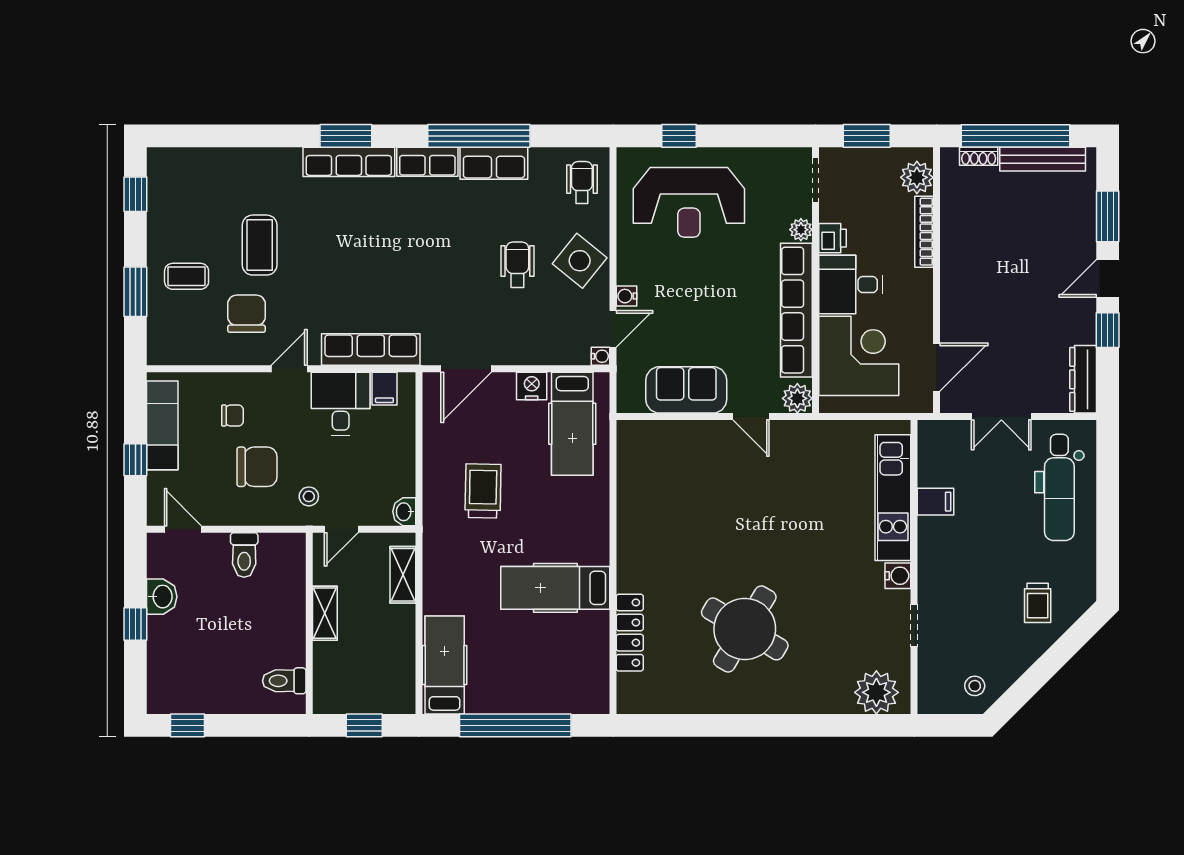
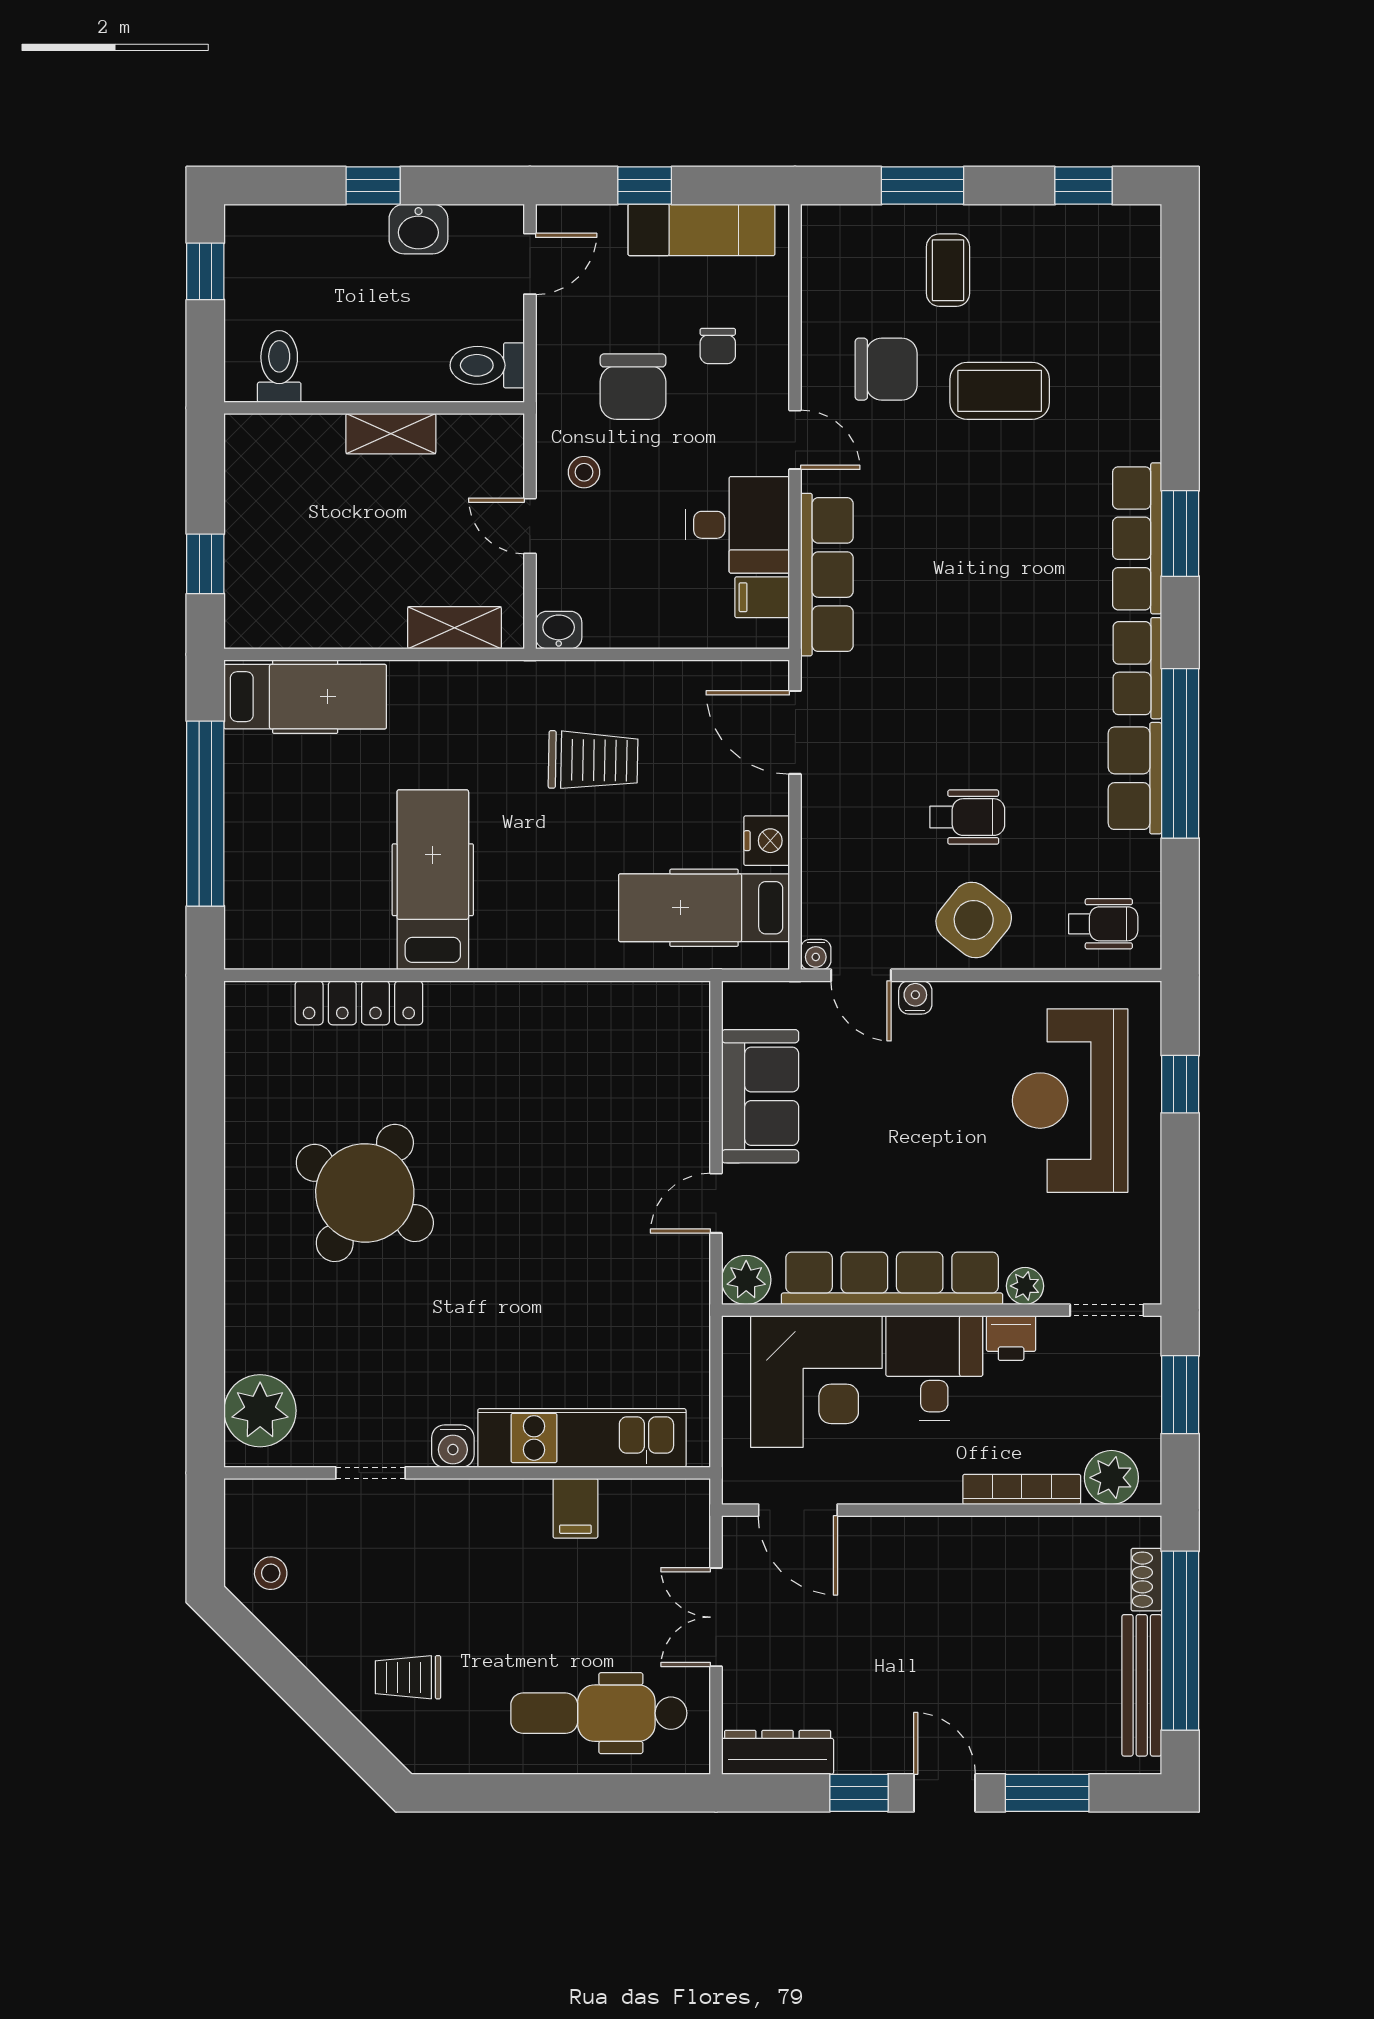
shelving: (325, 613) -> (391, 434), moved
wall: (309, 623) -> (374, 408), moved
toilet: (284, 681) -> (279, 366), moved

